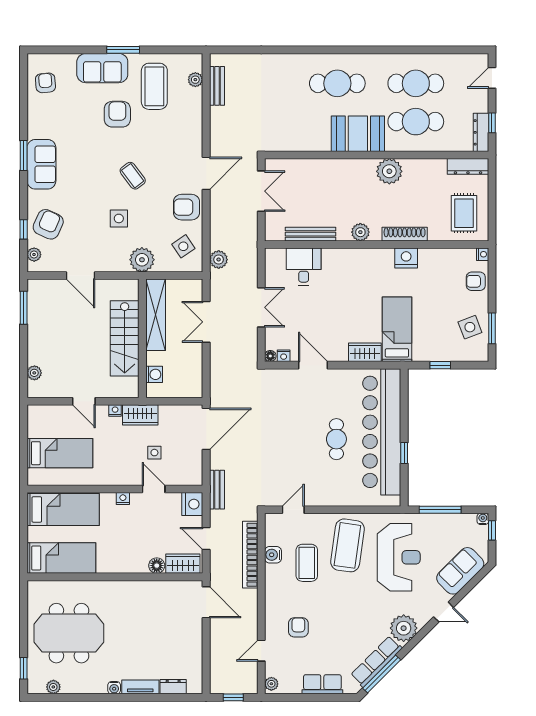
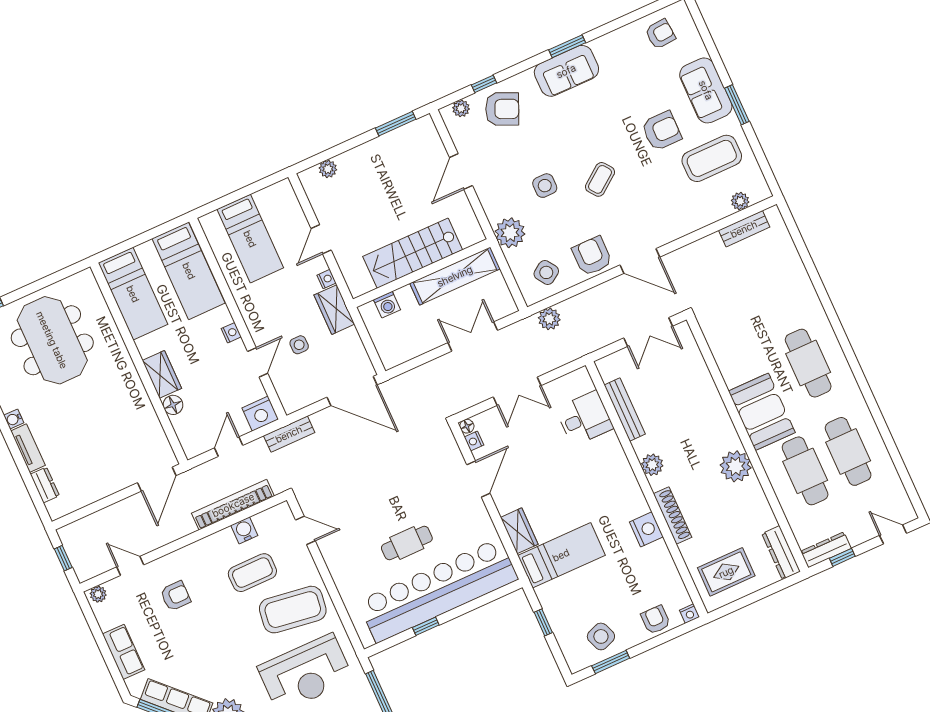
wardrobe: (183, 564) -> (162, 374), moved

